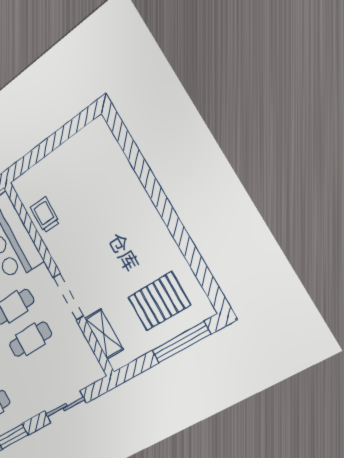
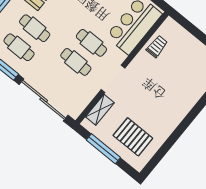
window: (181, 342) -> (103, 149), moved
sliding door: (65, 407) -> (44, 100), width x1.86

